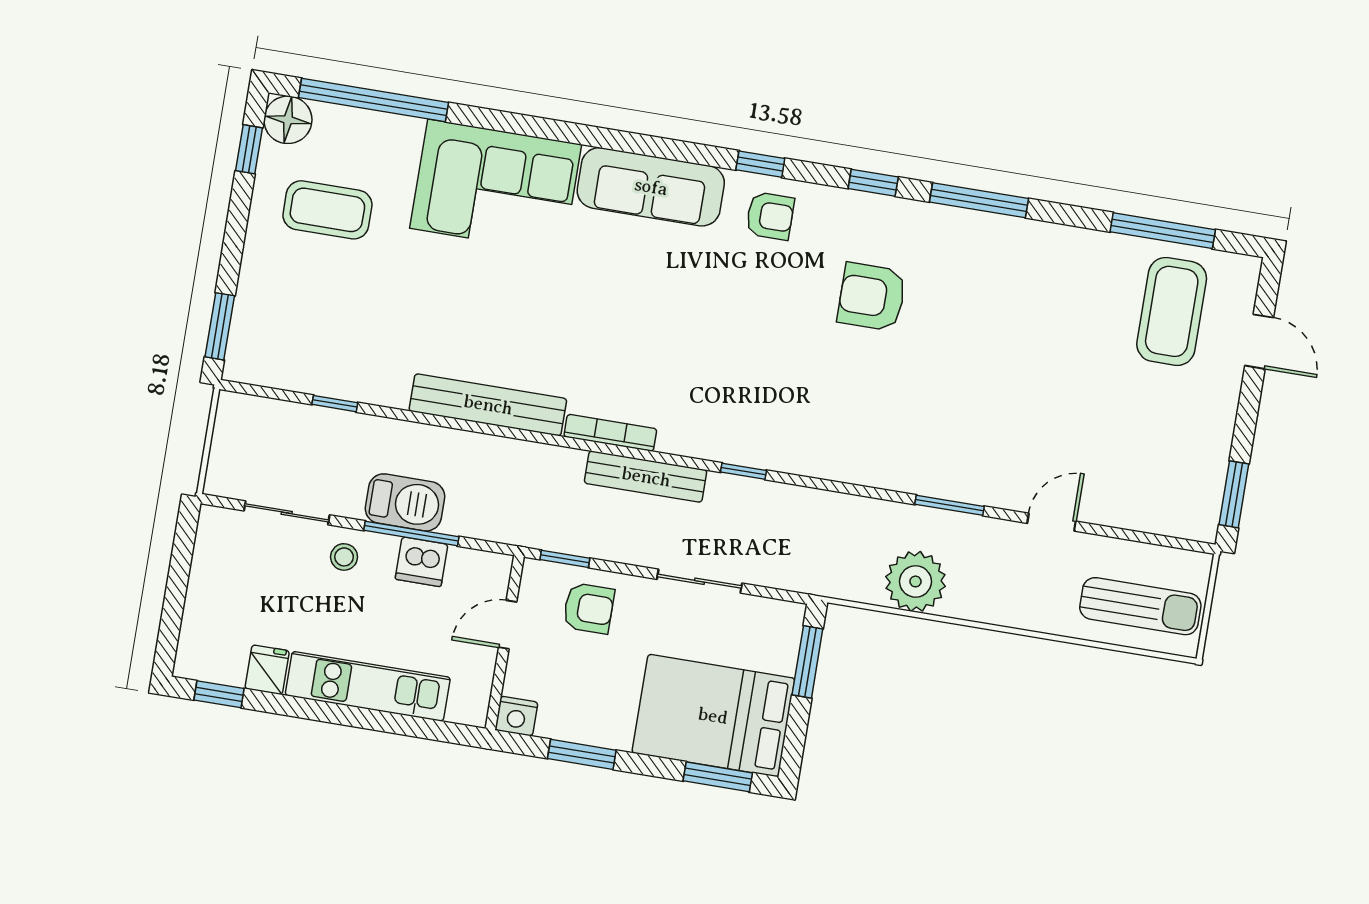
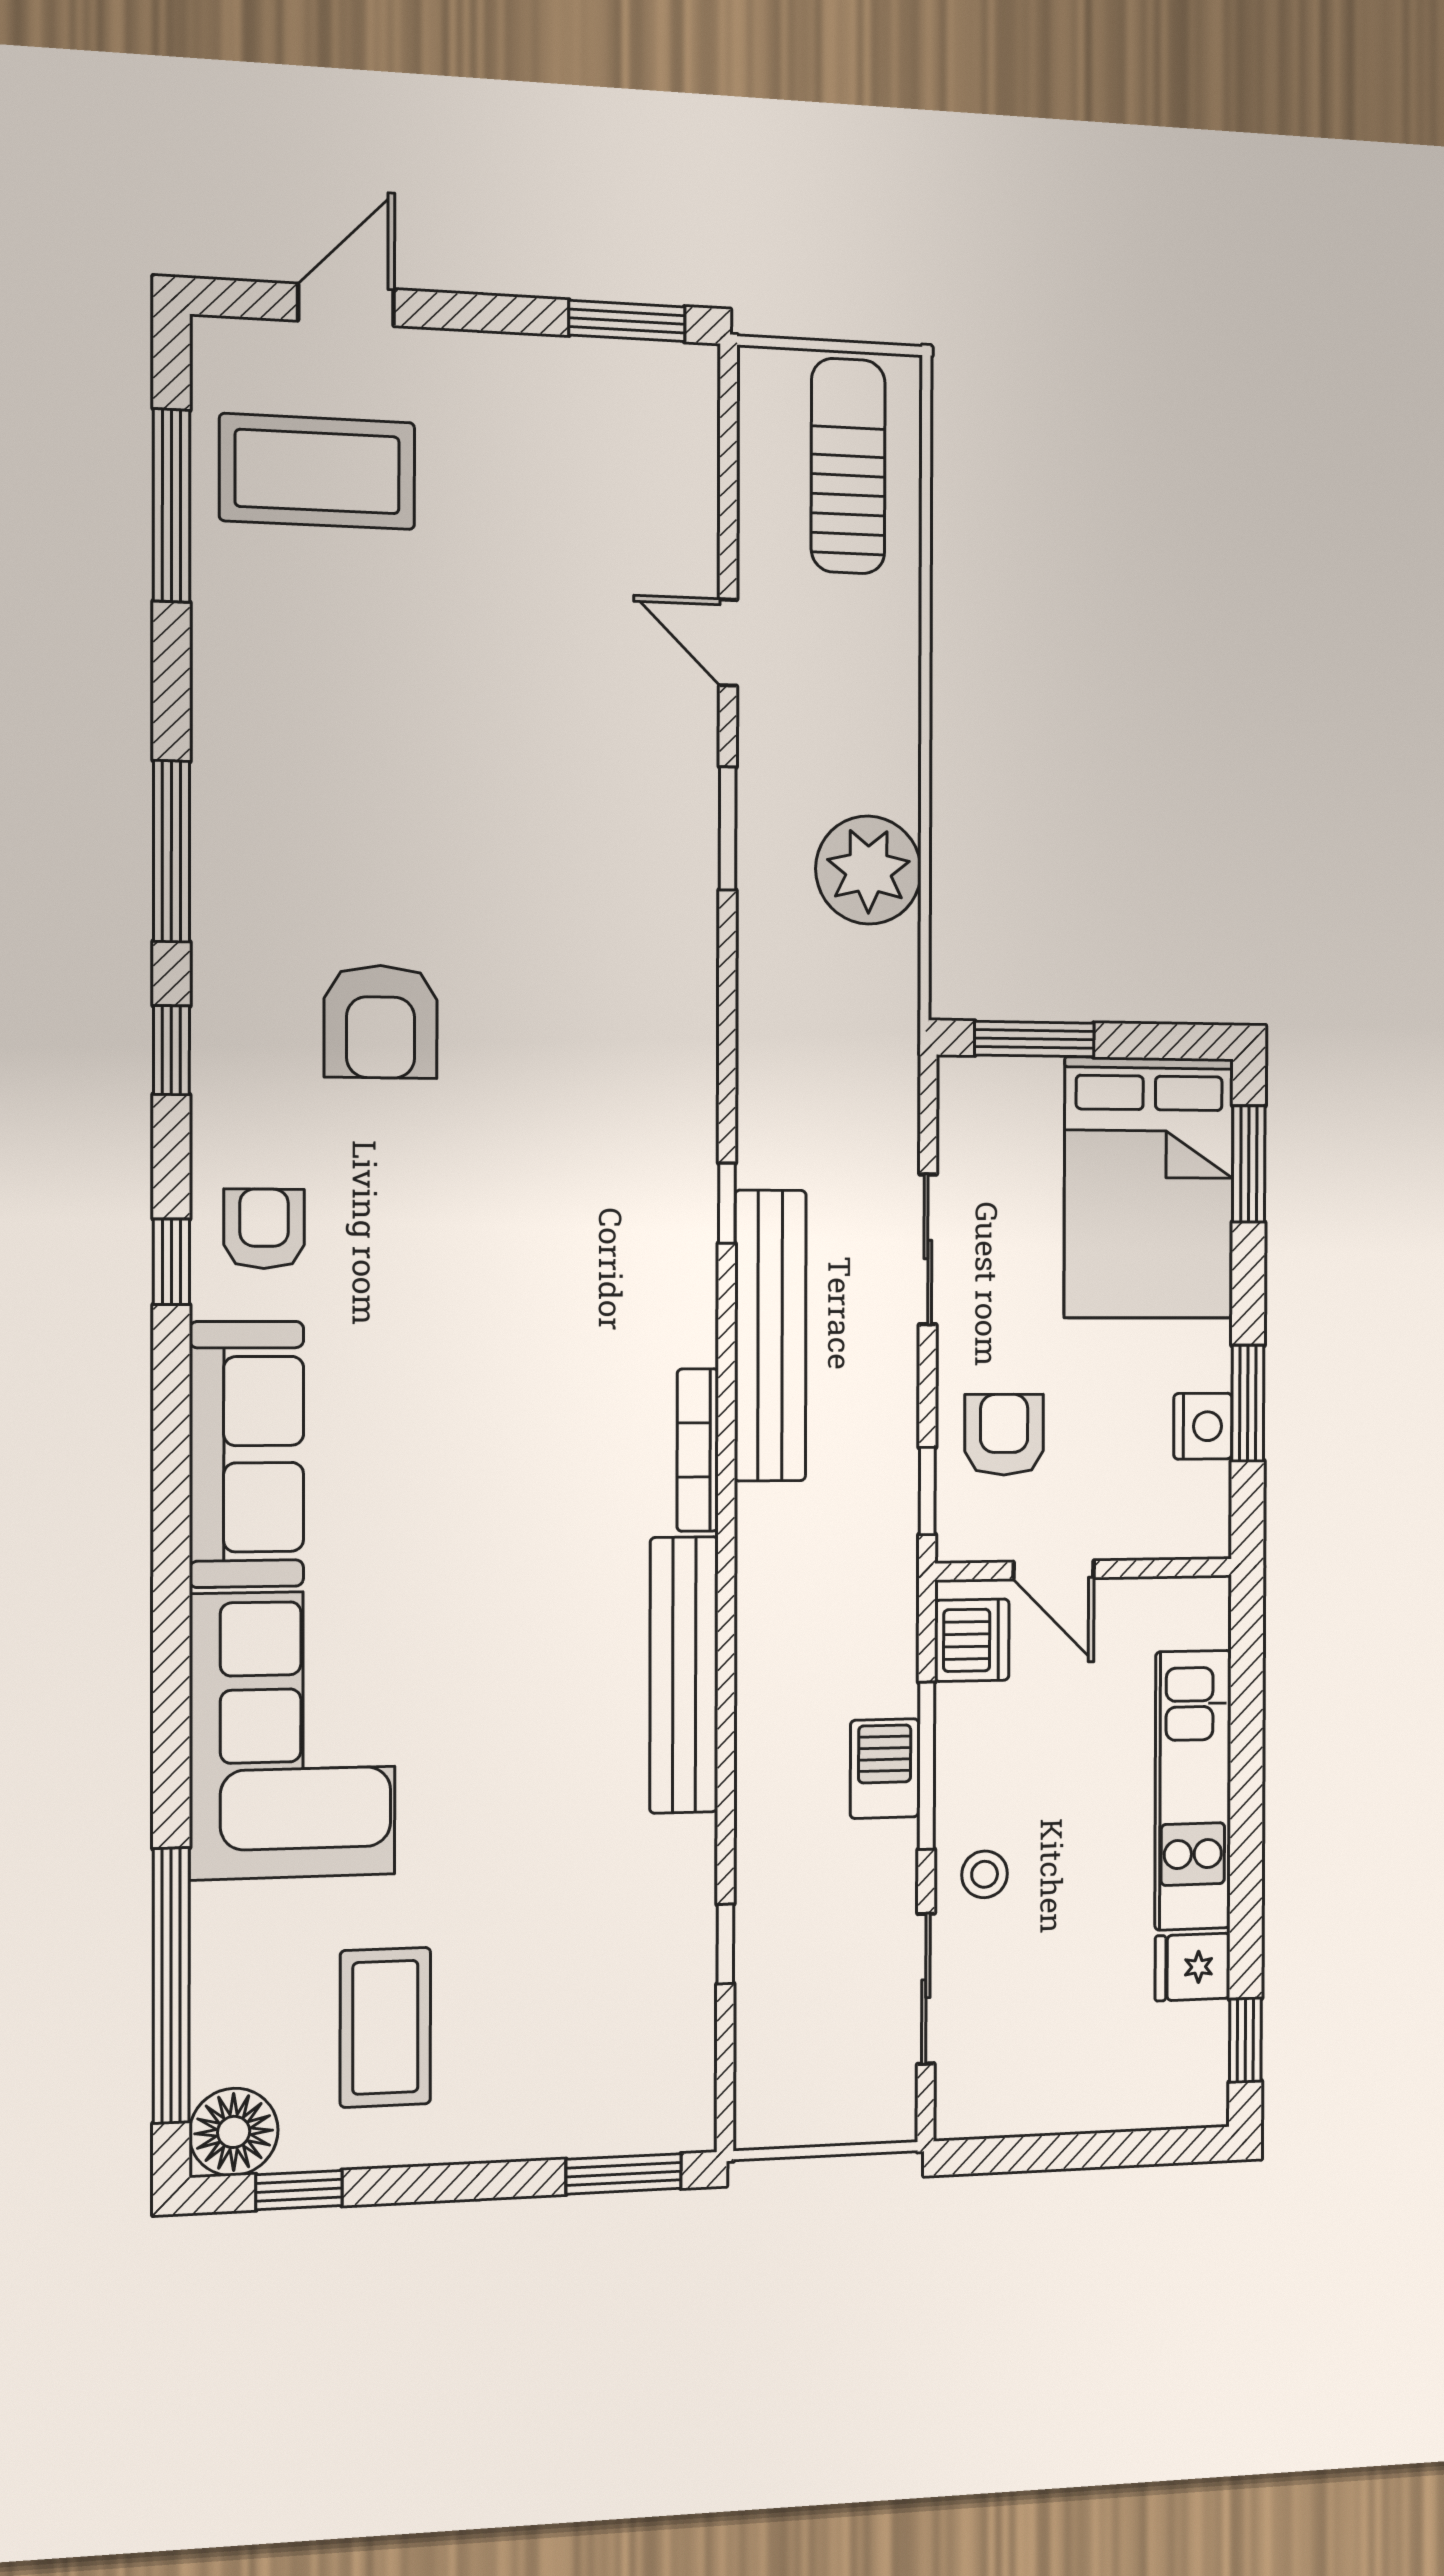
bench: (646, 477) -> (770, 1336), width x1.37, depth x1.21
barbecue: (405, 502) -> (885, 1769), width x0.73, depth x0.79
dishwasher: (422, 562) -> (972, 1640), moved
nightstand: (516, 716) -> (1203, 1426), moved

